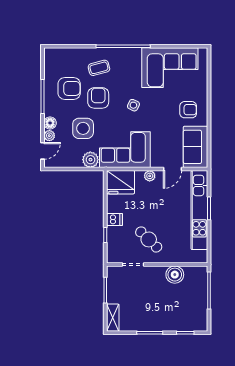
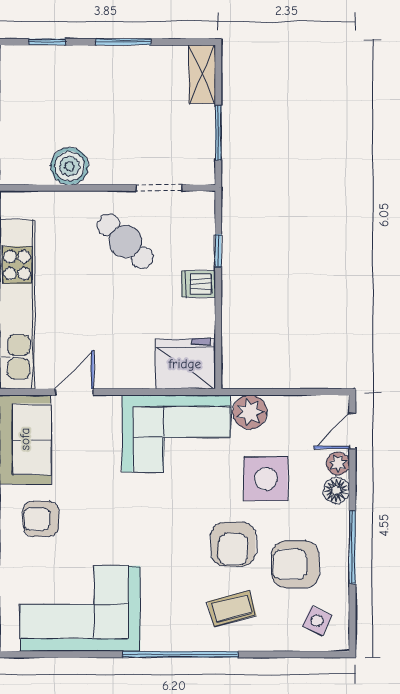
side table: (133, 105) -> (317, 621), moved
plant: (150, 176) -> (123, 377), removed

